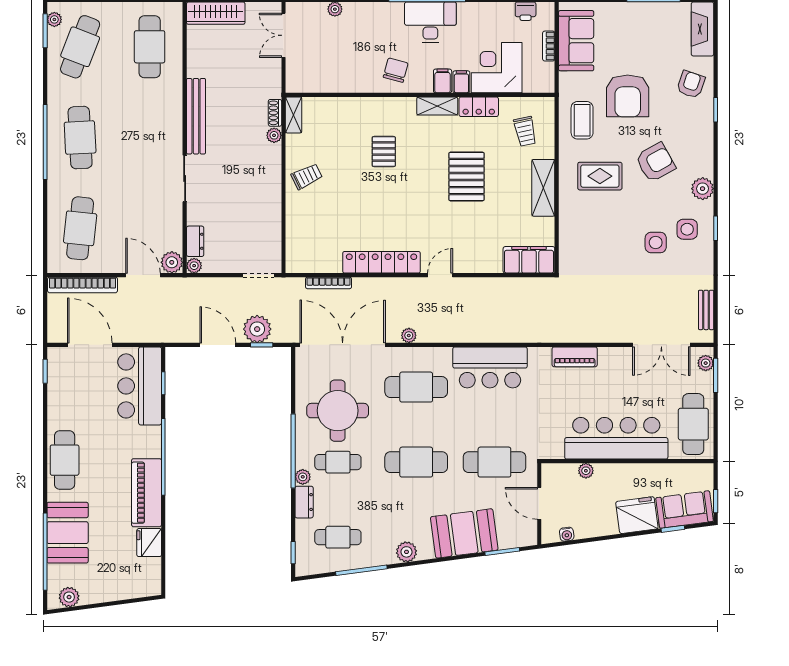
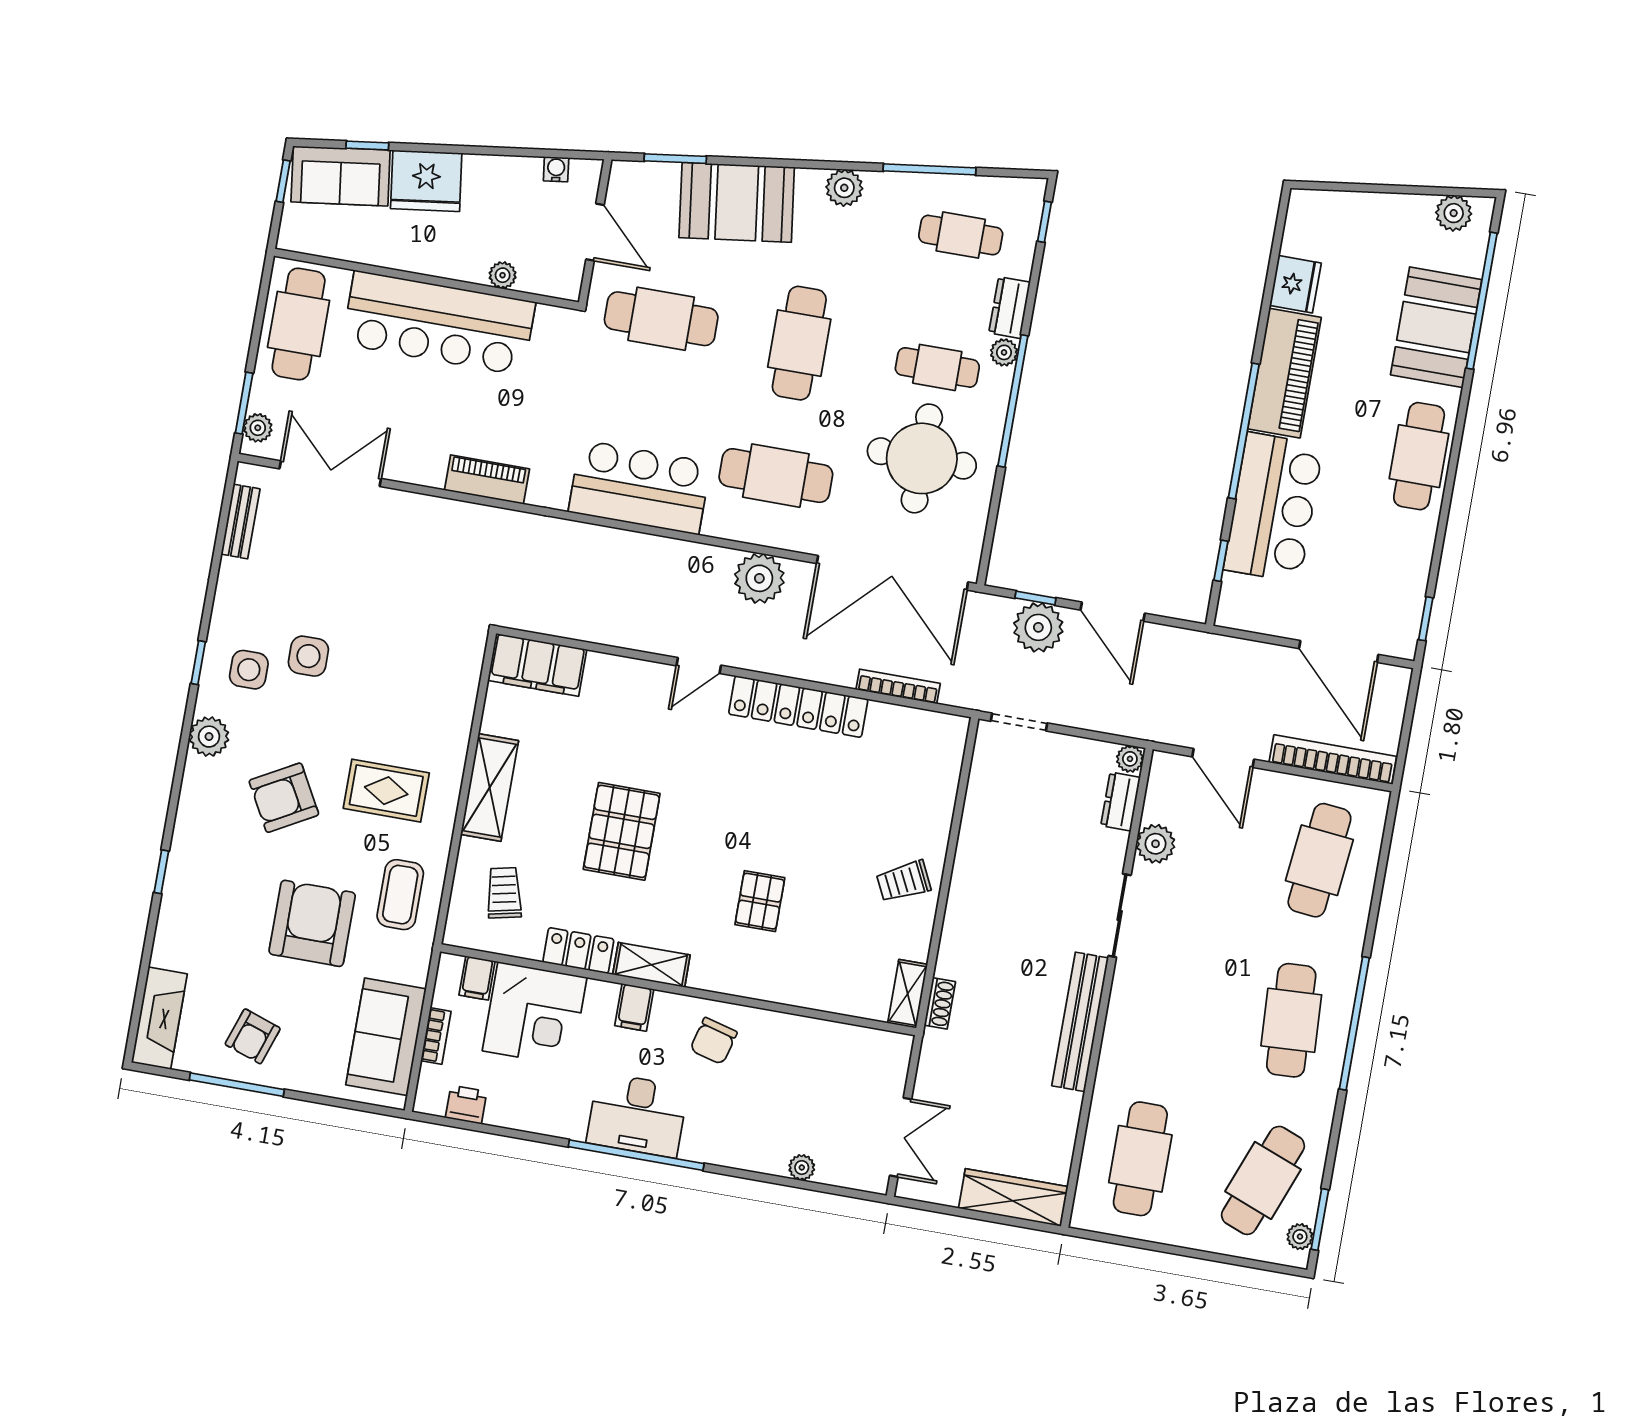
filing cabinet: (461, 82) -> (477, 978), moved
armchair: (691, 84) -> (253, 1036), moved
plant: (274, 135) -> (948, 964), removed
plant: (172, 262) -> (1156, 844), moved
plant: (409, 335) -> (759, 578), width x1.87, depth x1.87
bar counter: (140, 386) -> (1273, 507), moved
cafe table: (416, 462) -> (799, 343), turned 90

